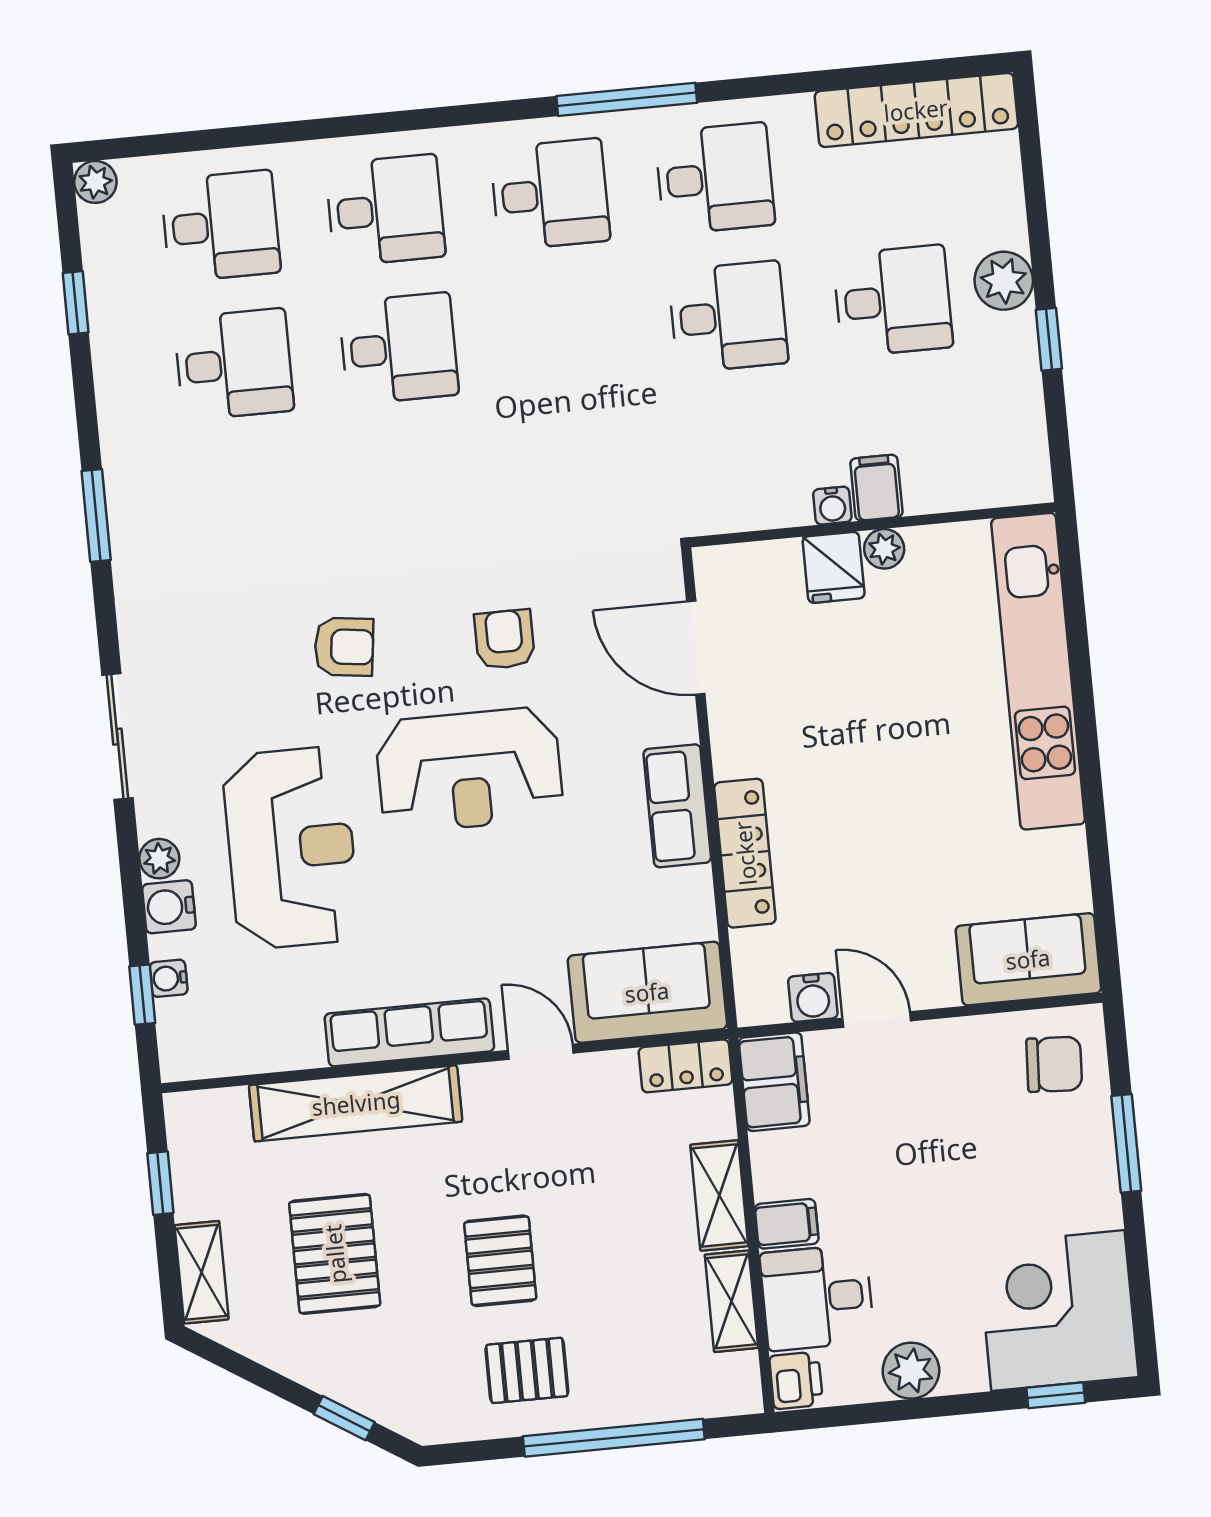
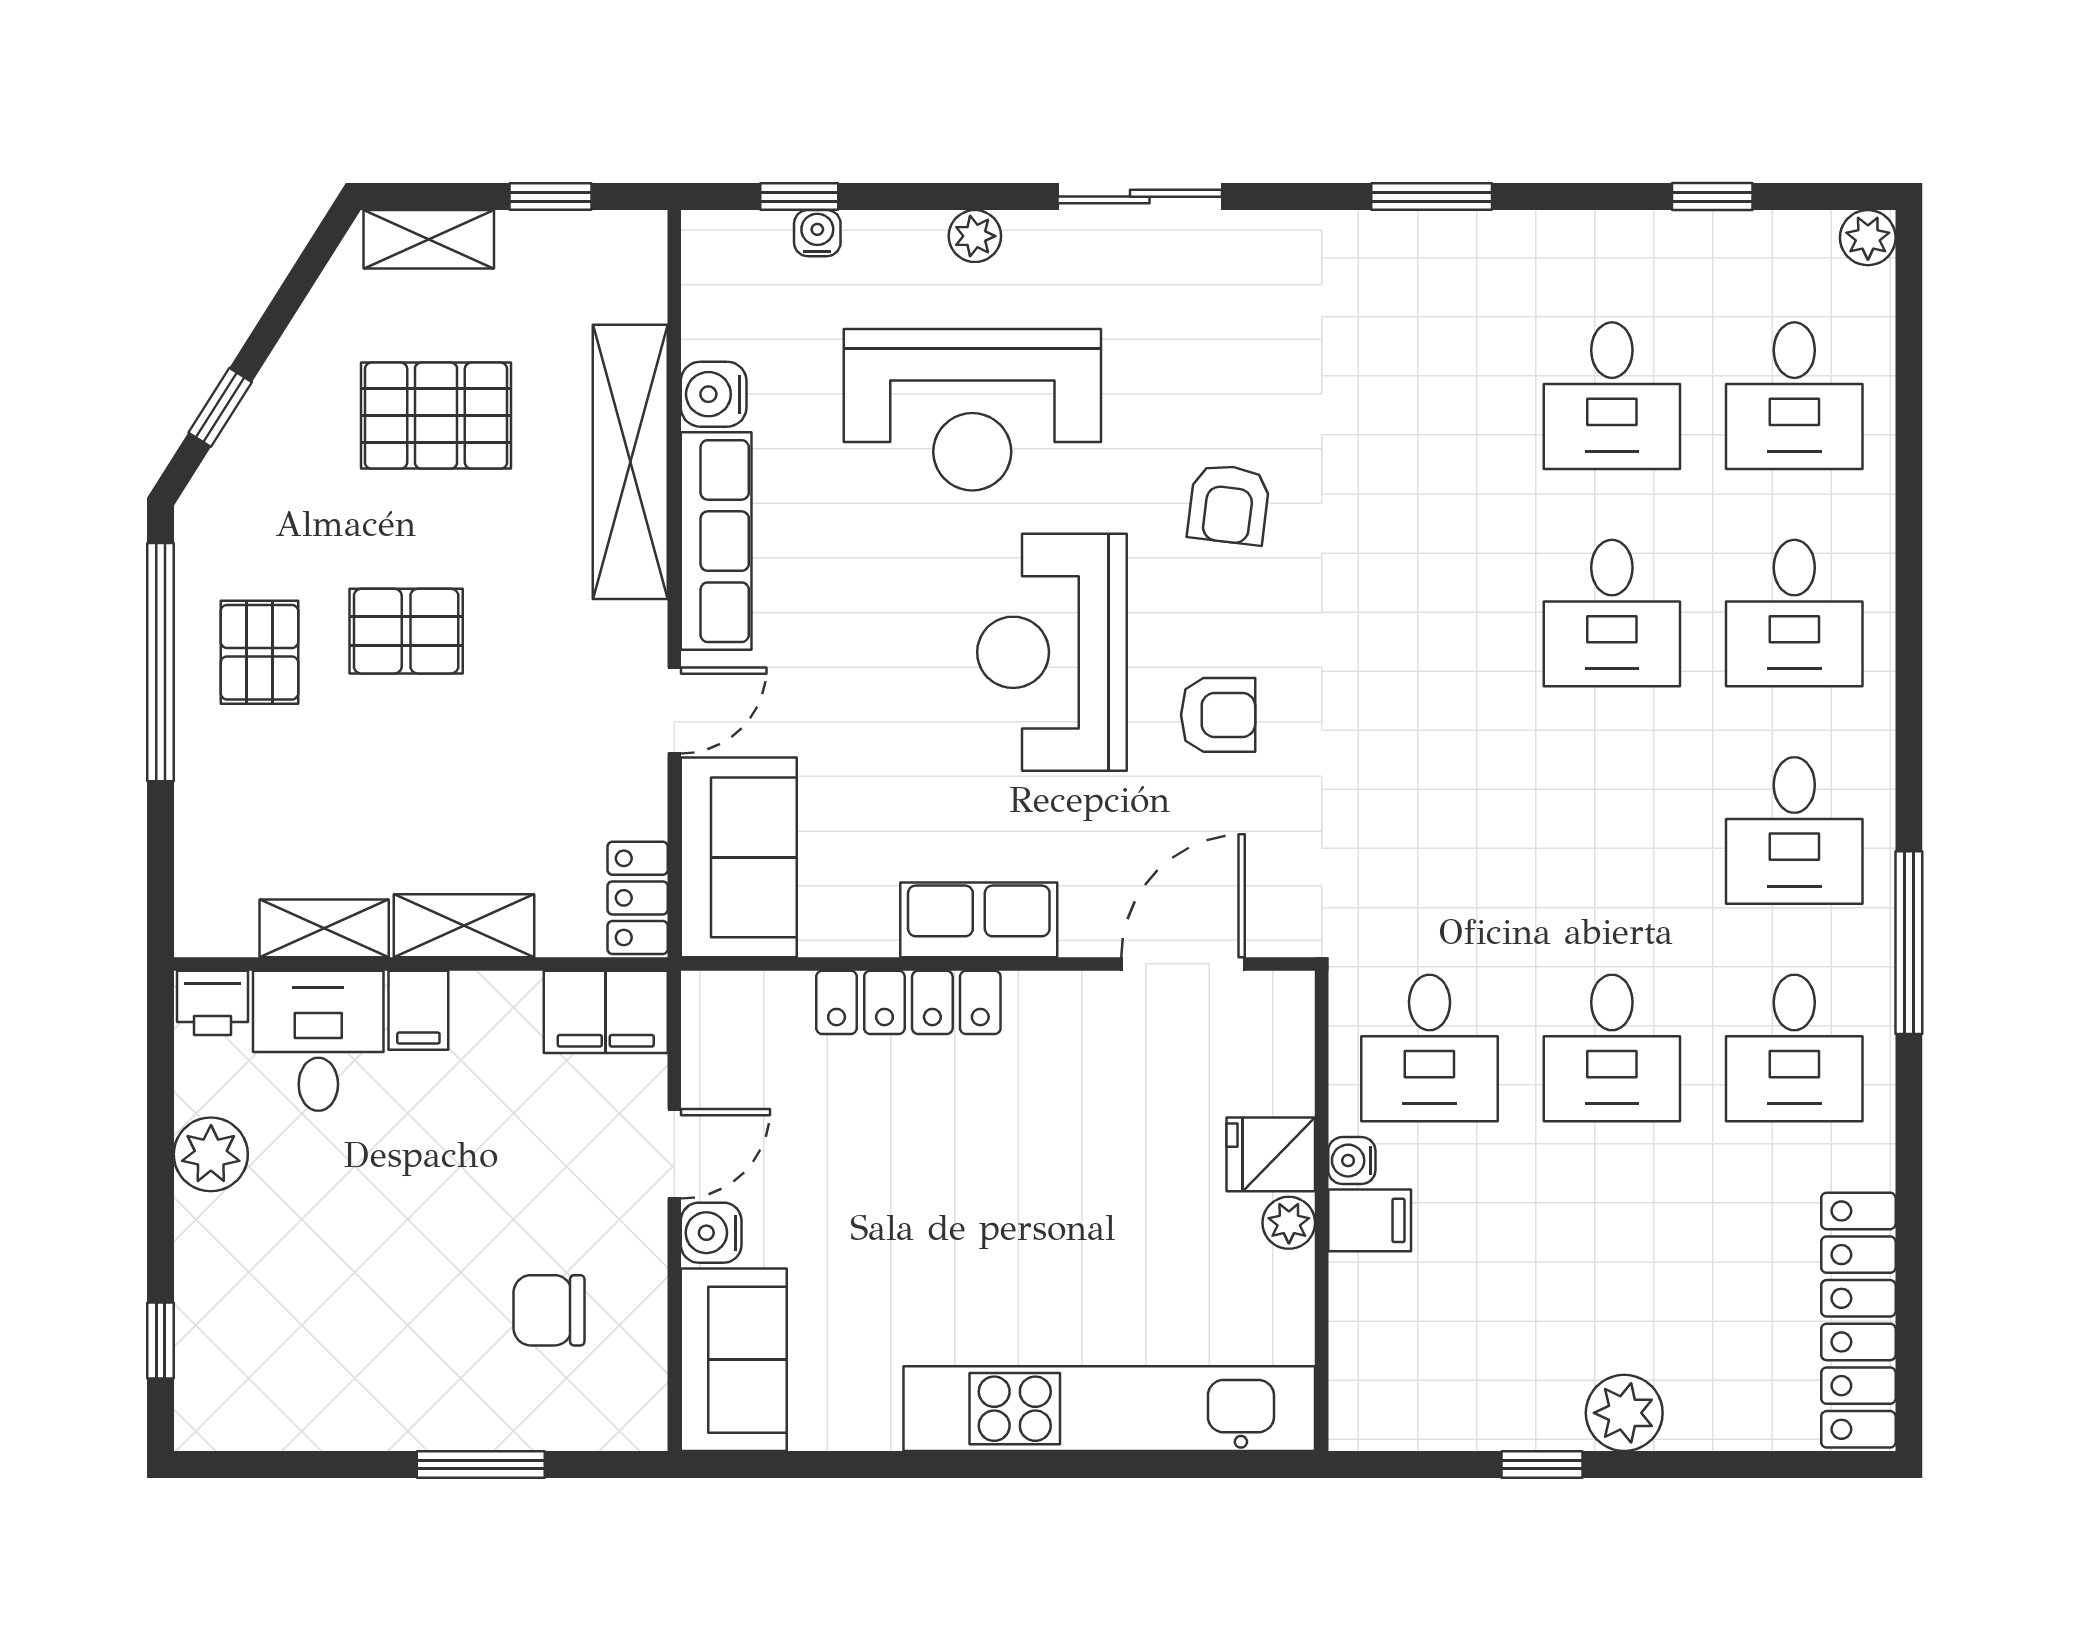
desk: (893, 301) -> (1429, 1048), moved
water cooler: (169, 907) -> (714, 394), moved, turned -90
water cooler: (813, 997) -> (711, 1233), moved
chair: (1054, 1064) -> (549, 1310), moved, turned 87
corner desk: (1058, 1311) -> (271, 1354), removed
window: (614, 1438) -> (160, 662), moved

